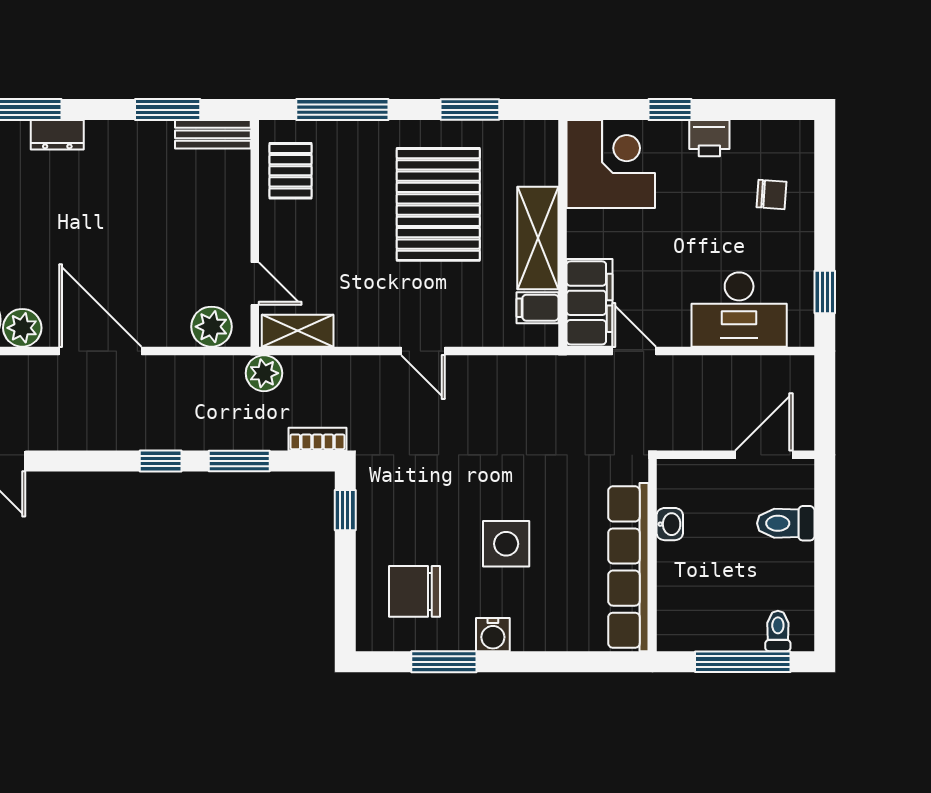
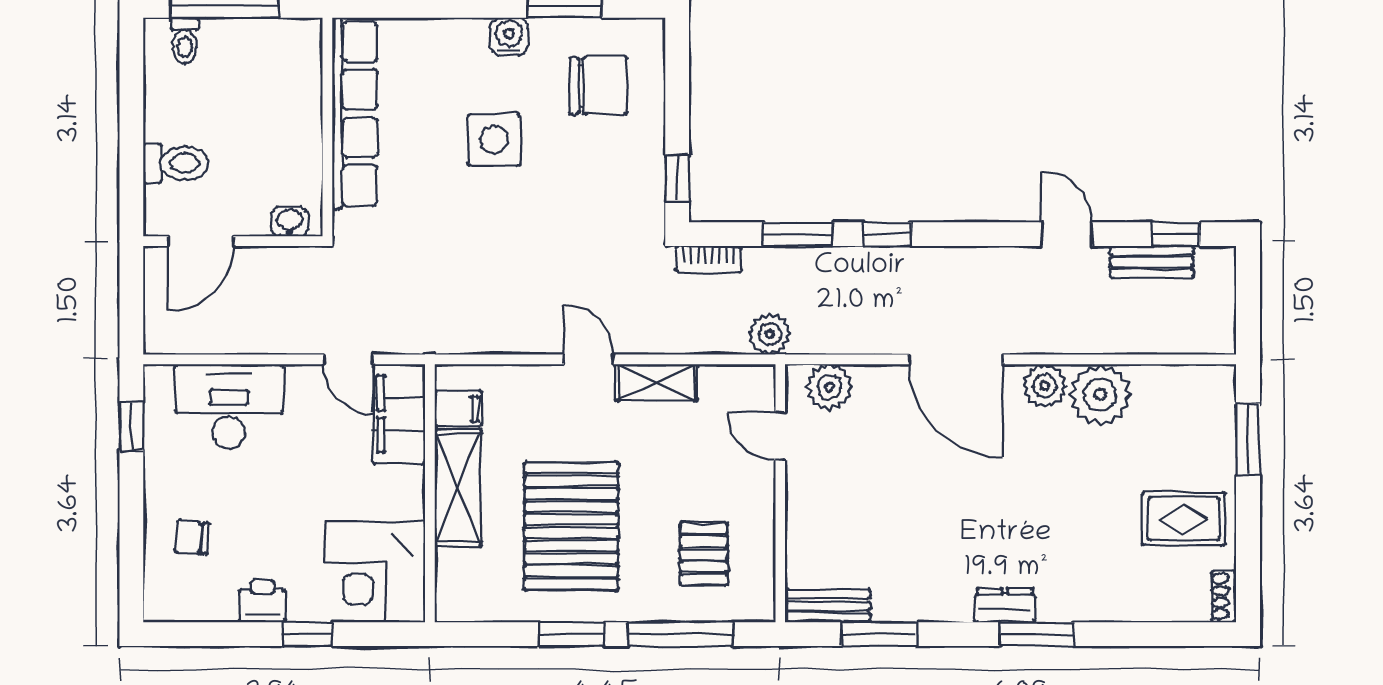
window: (470, 110) -> (571, 634), moved
pallet: (291, 171) -> (704, 554), moved
shelving: (298, 331) -> (657, 382), moved
washbasin: (670, 524) -> (290, 222), moved, turned 90

